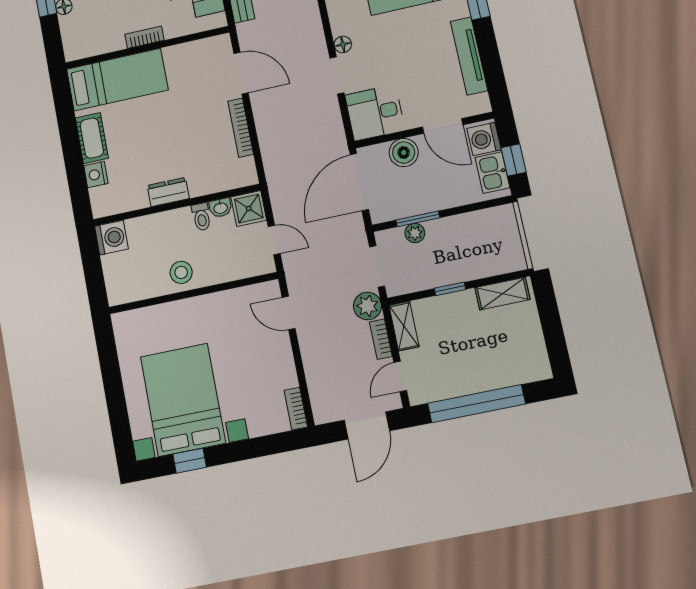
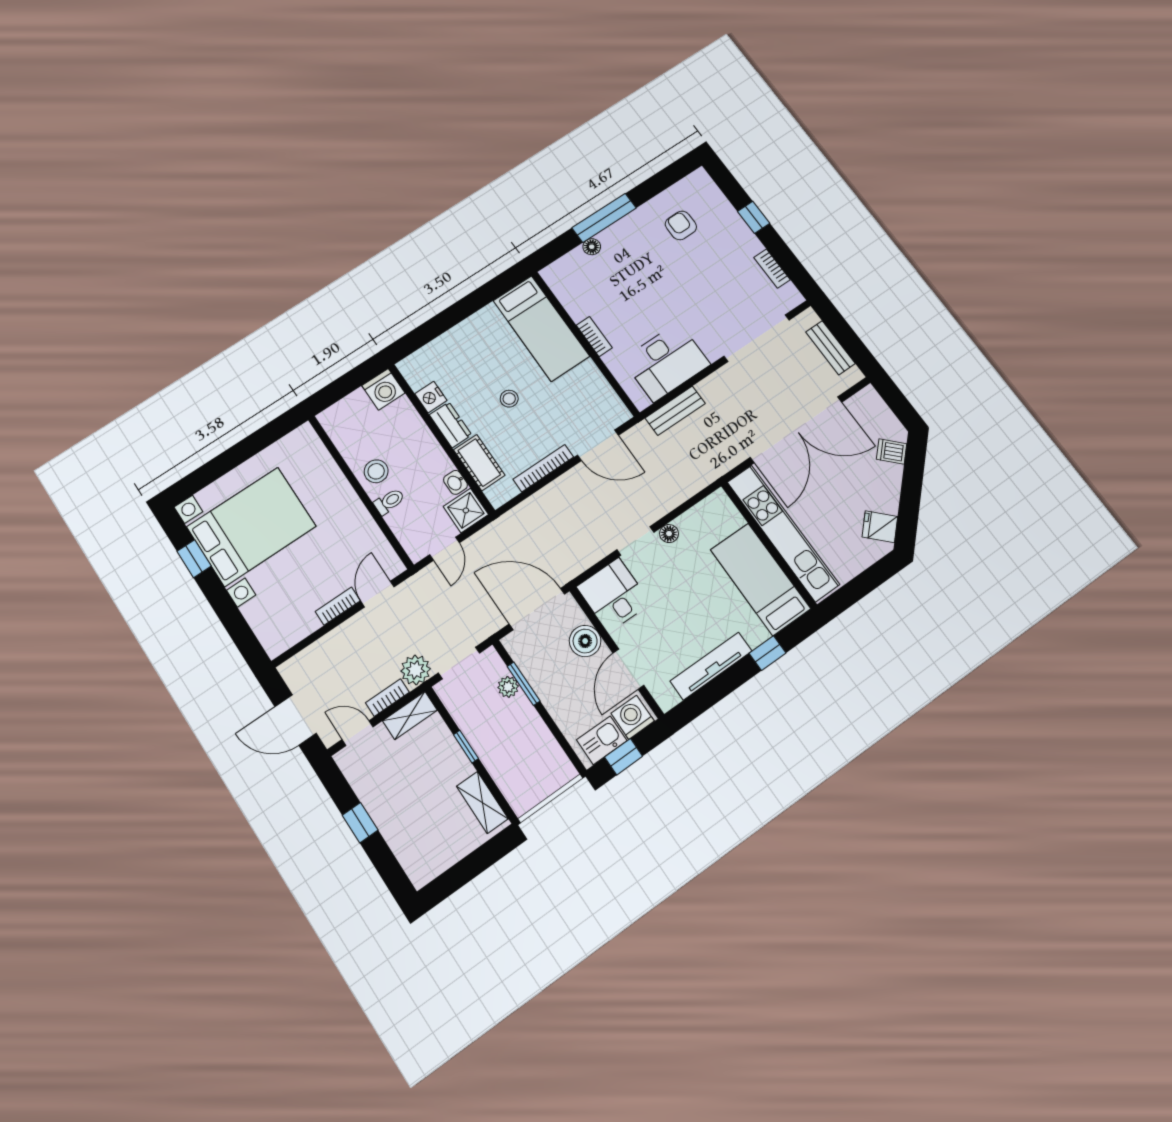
door: (241, 73) -> (598, 445), hinge flipped
stool: (167, 132) -> (509, 399), added
cot: (92, 138) -> (479, 463), moved, turned 90
nightstand: (96, 175) -> (431, 397), moved, turned -90
toilet: (201, 217) -> (389, 501), moved, turned 180
window: (476, 404) -> (360, 823), width x0.32
bookcase: (296, 409) -> (338, 606), moved

